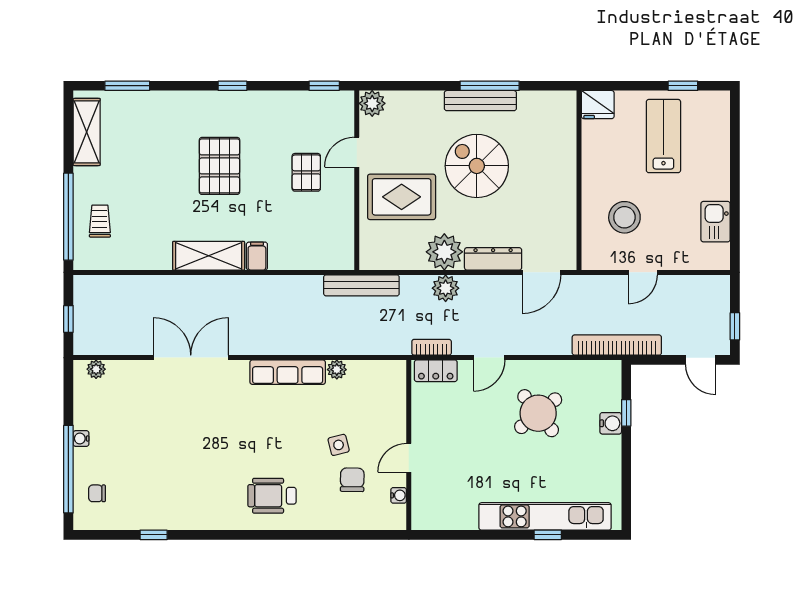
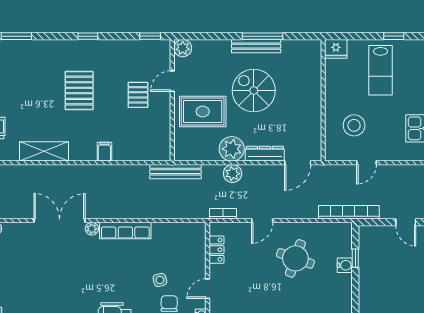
lab bench: (663, 136) -> (381, 70), turned 180
shelving: (209, 256) -> (44, 151), moved
plant: (337, 370) -> (92, 229), moved
locker: (436, 371) -> (217, 250), moved, turned -90
round table: (538, 413) -> (295, 258), turned -32

